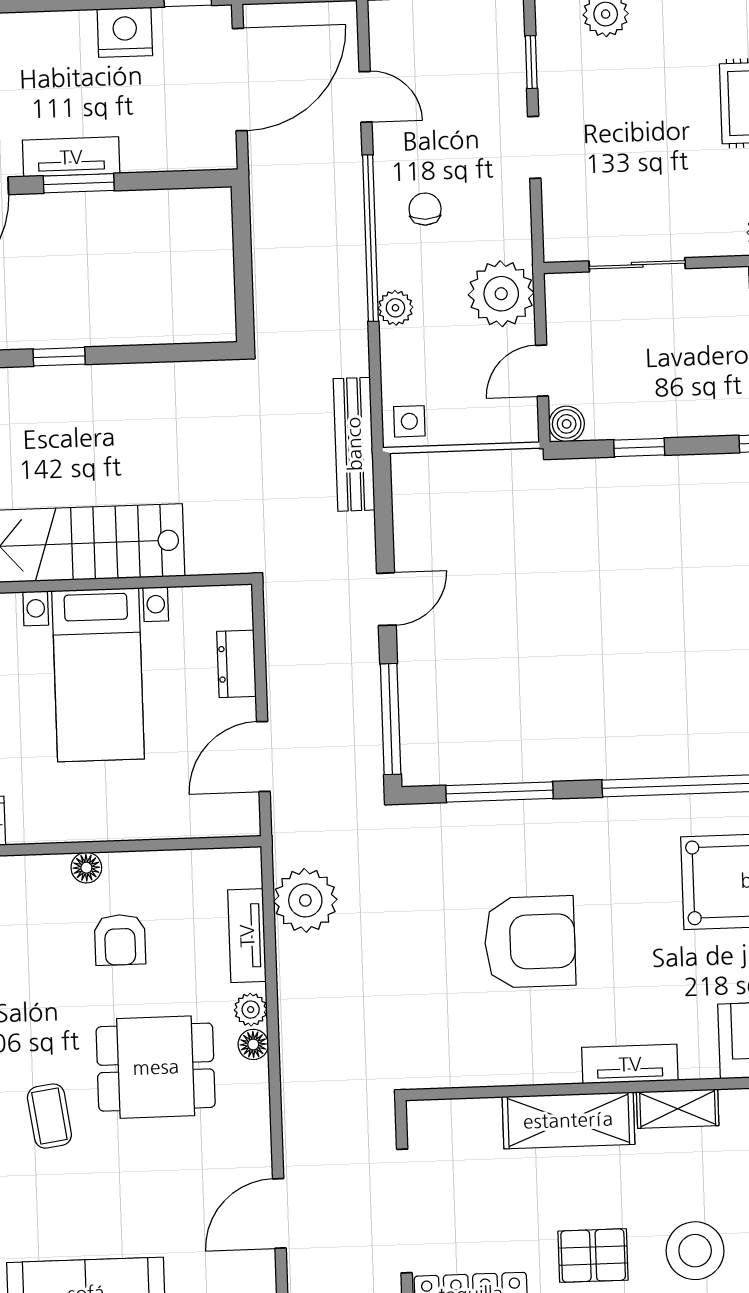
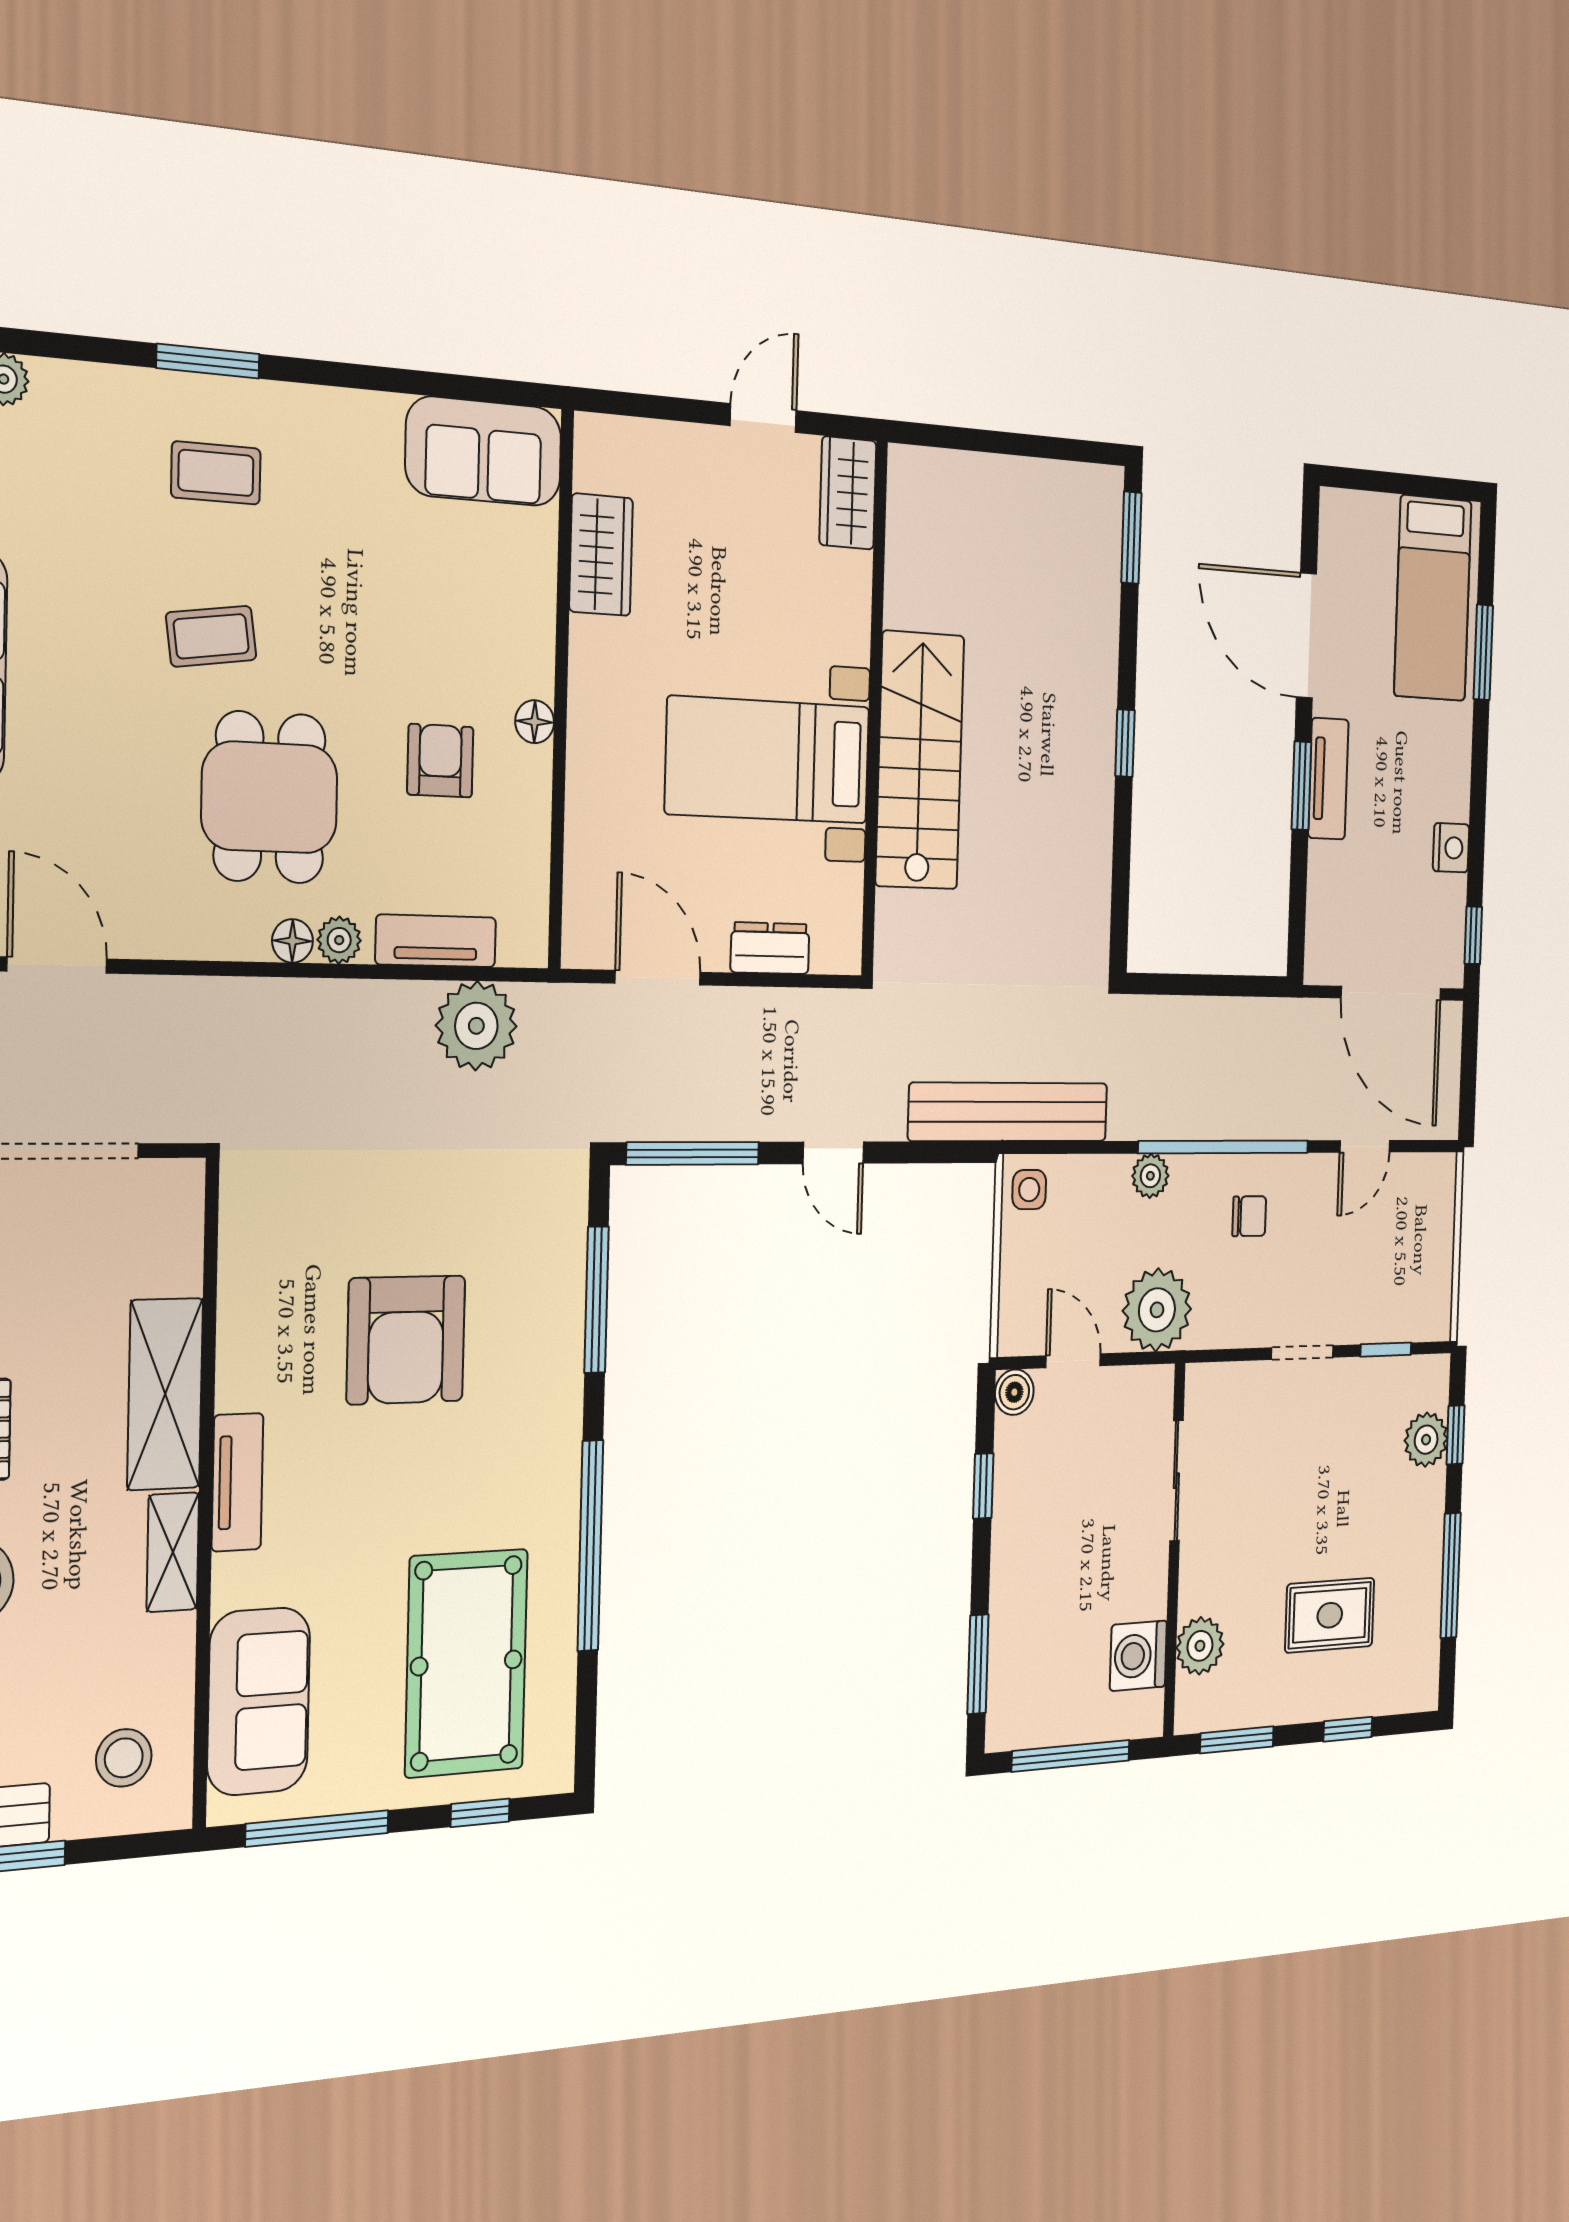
nightstand: (125, 32) -> (1451, 848), width x0.74, depth x0.75
bench: (354, 444) -> (1009, 1112), width x1.37, depth x1.21
armchair: (120, 940) -> (440, 761), turned 90

